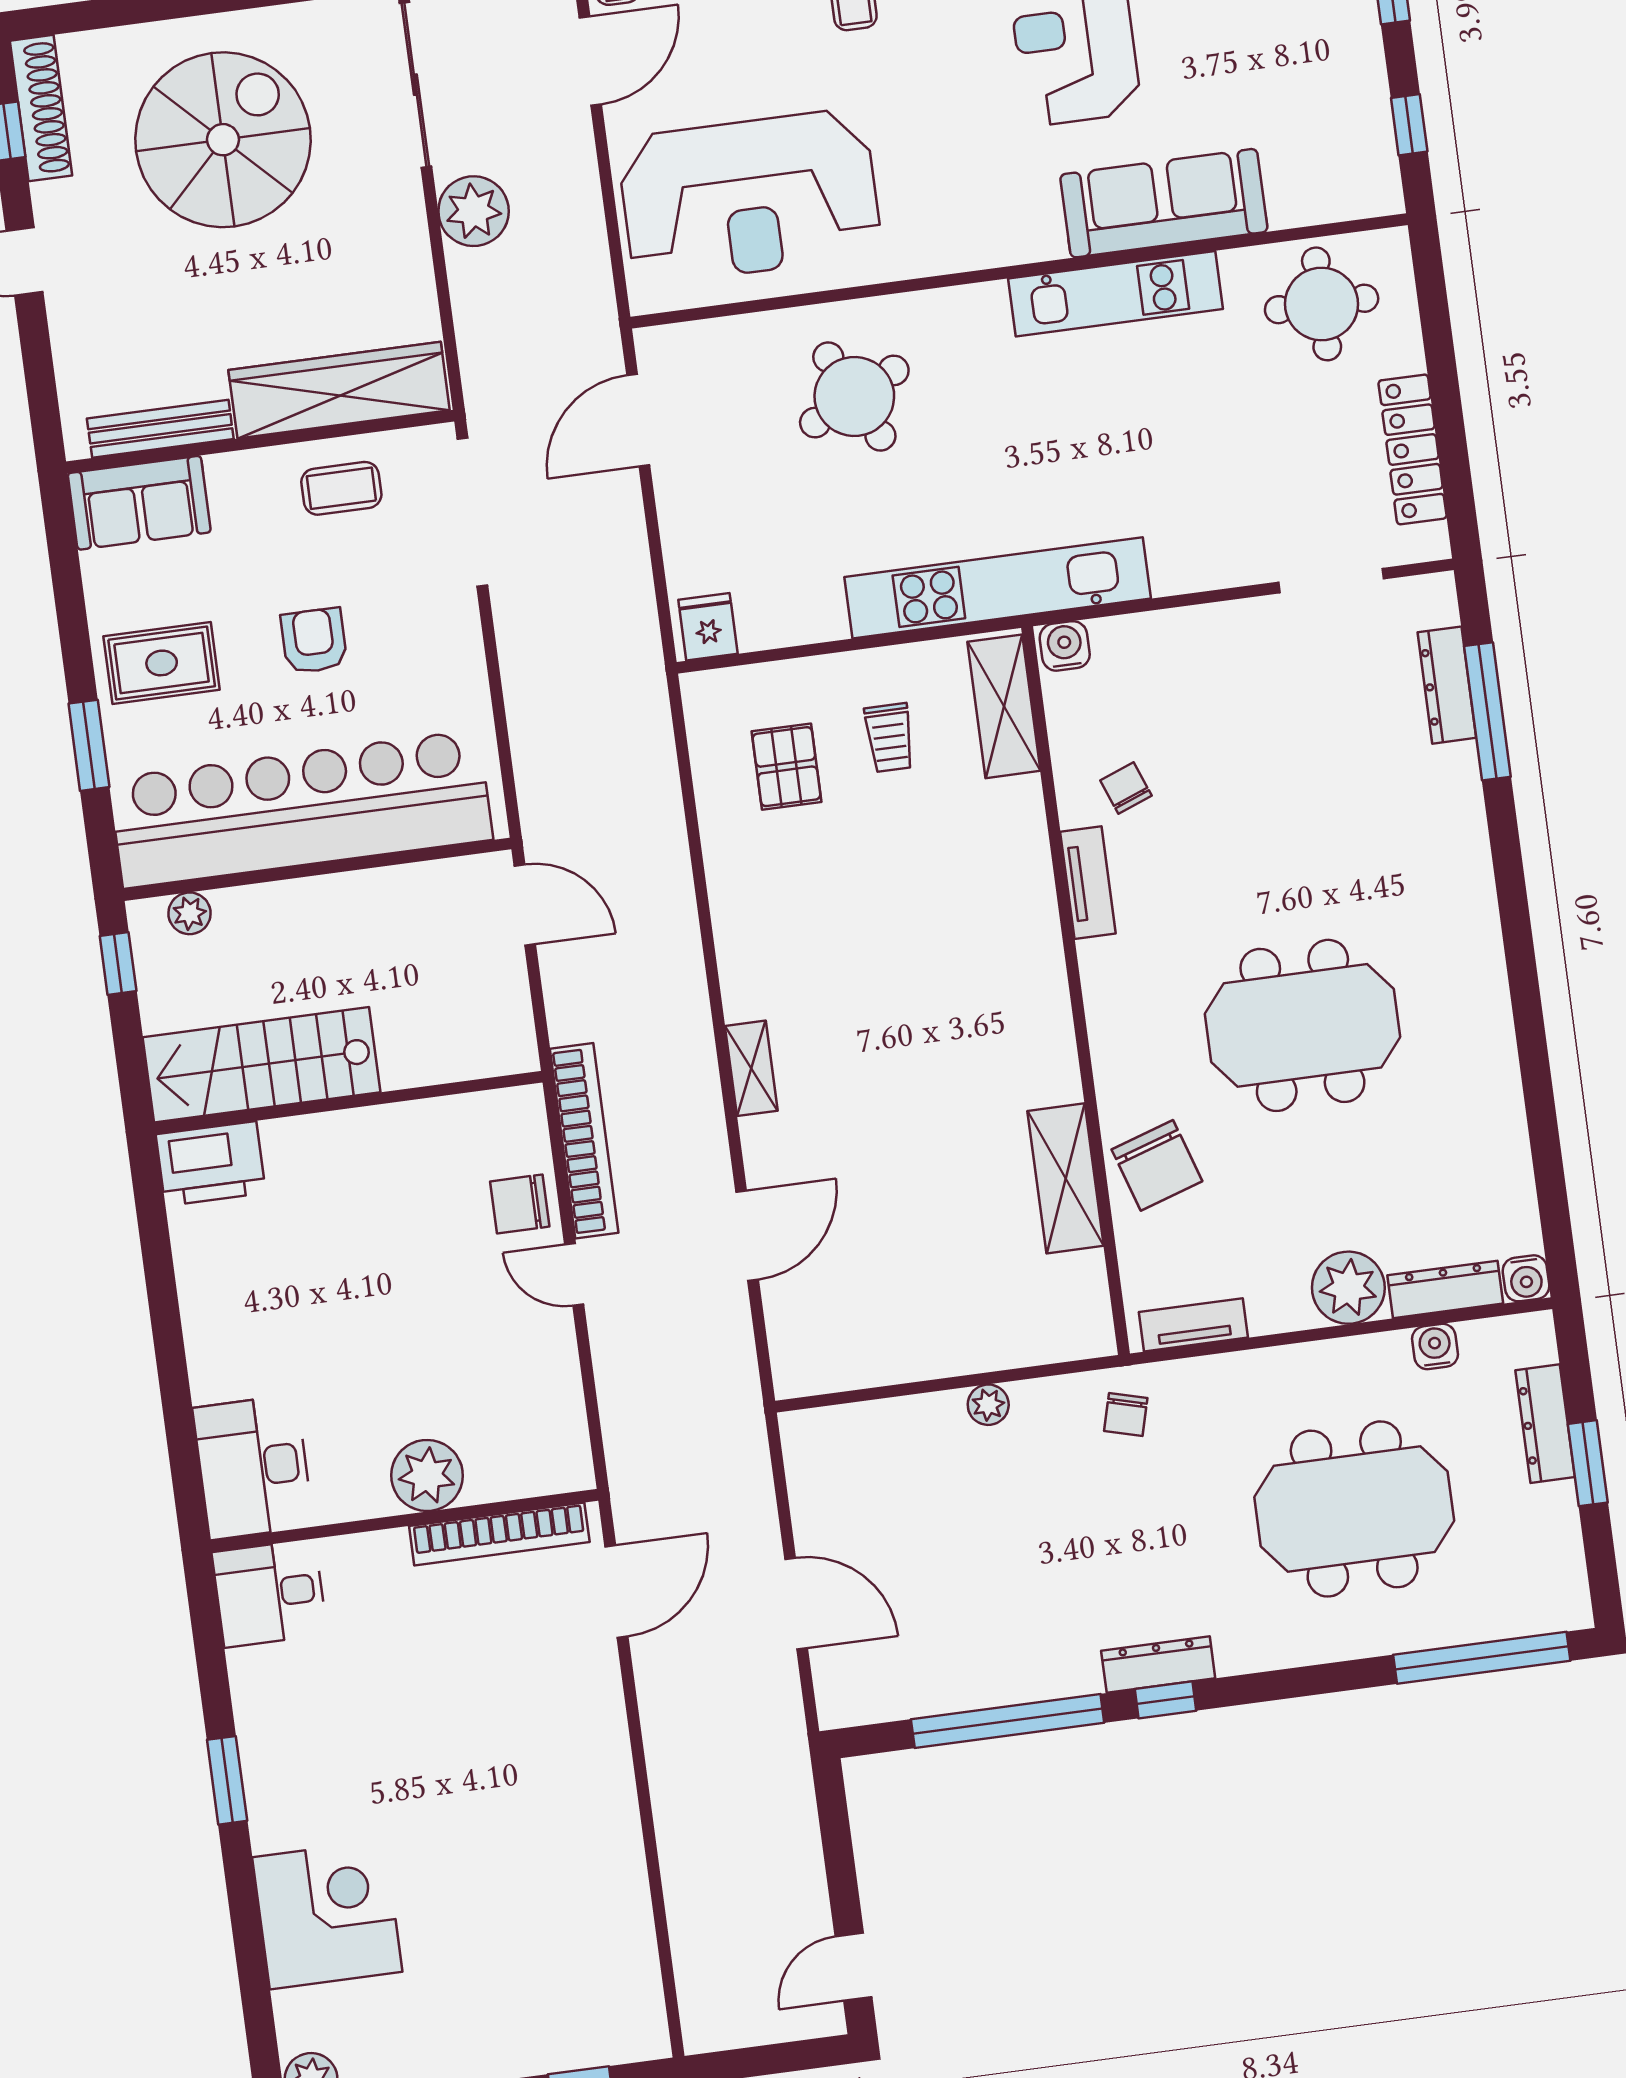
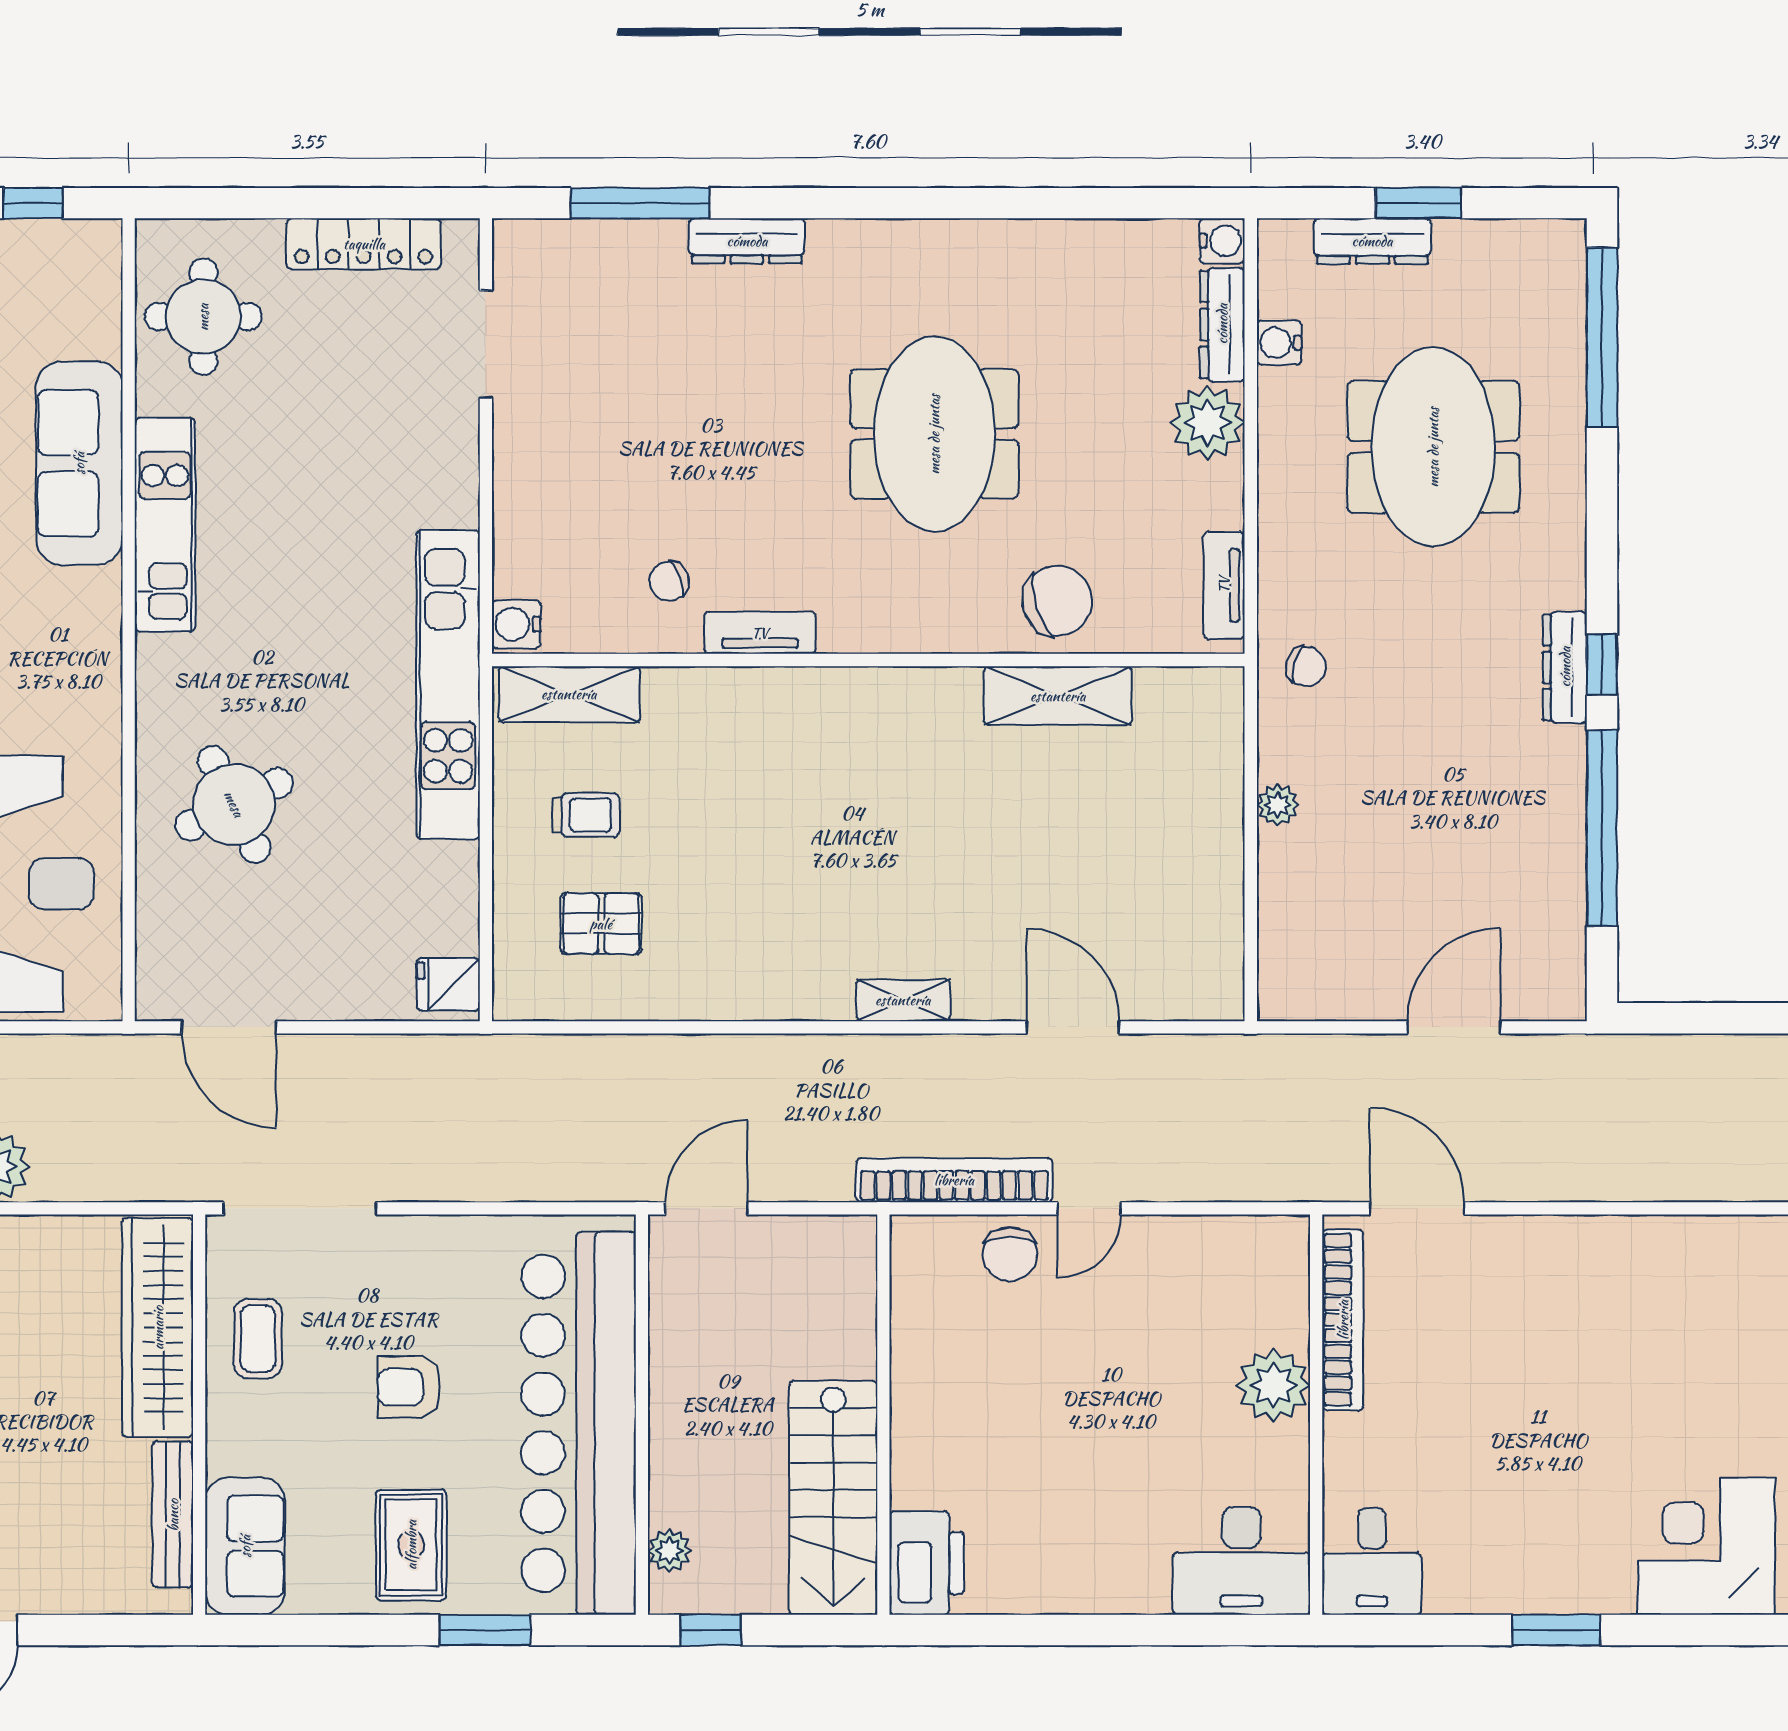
dresser: (1447, 685) -> (747, 241), moved

